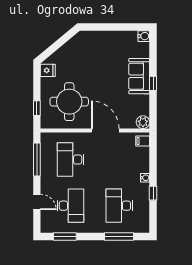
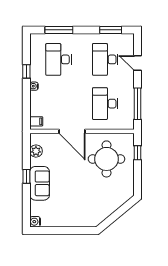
fridge: (48, 70) -> (127, 189), removed
plant: (143, 122) -> (36, 151), moved
desk: (71, 160) -> (105, 104), turned 180
desk: (119, 206) -> (59, 59), turned 180

